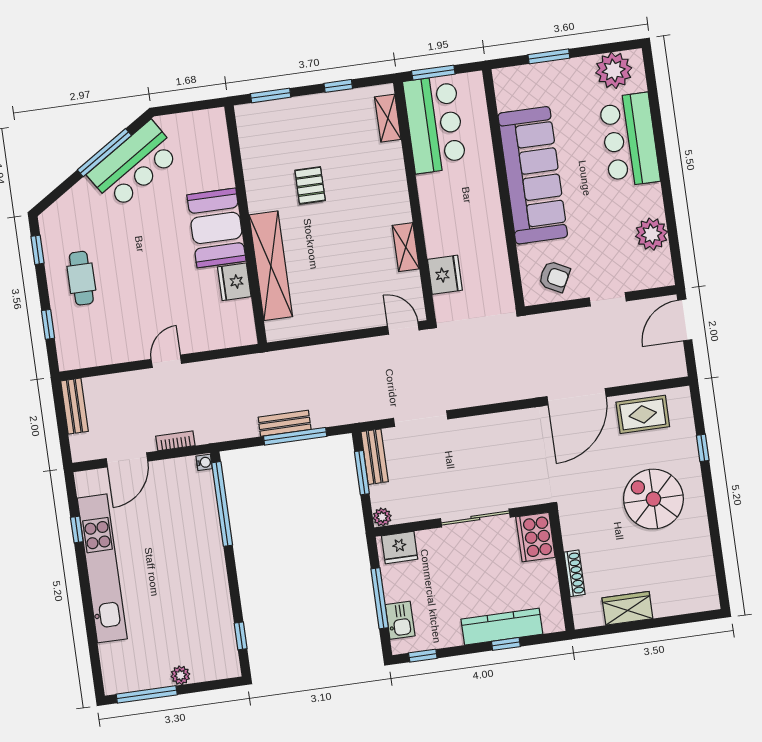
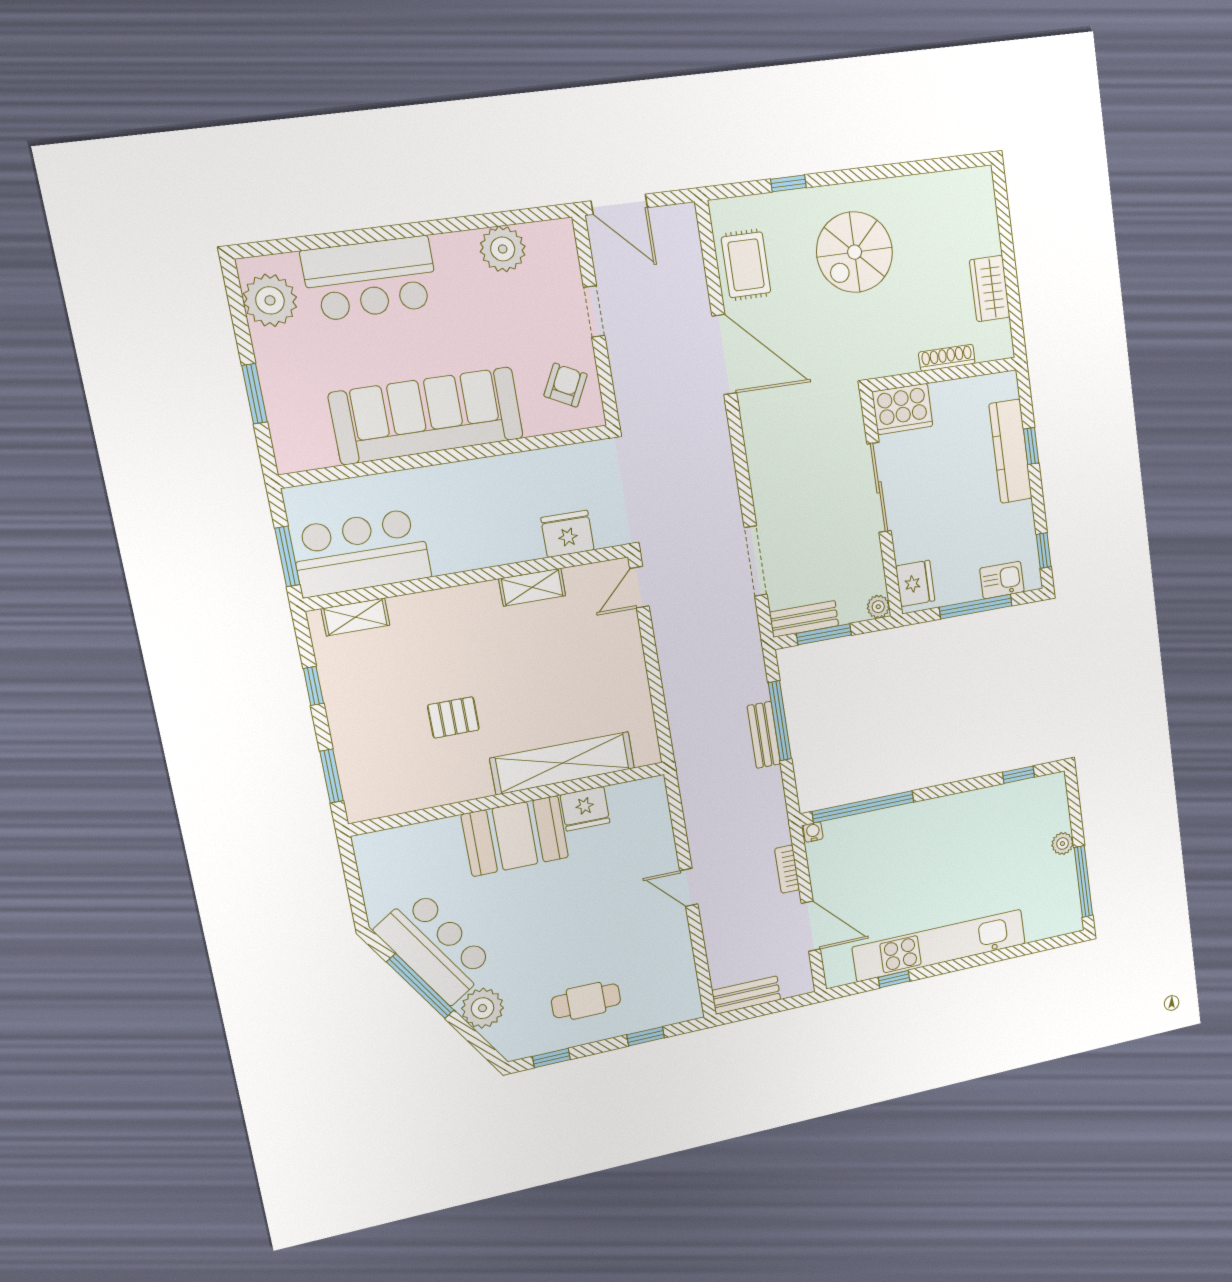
plant: (83, 198) -> (483, 1008), added

